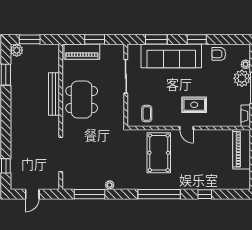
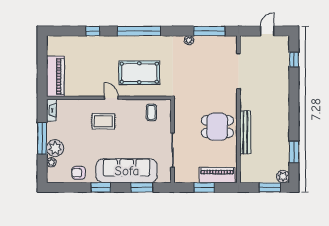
armchair: (219, 54) -> (79, 173), turned 180
dining table: (82, 100) -> (217, 127), width x0.73
pool table: (159, 153) -> (139, 73), turned 90

